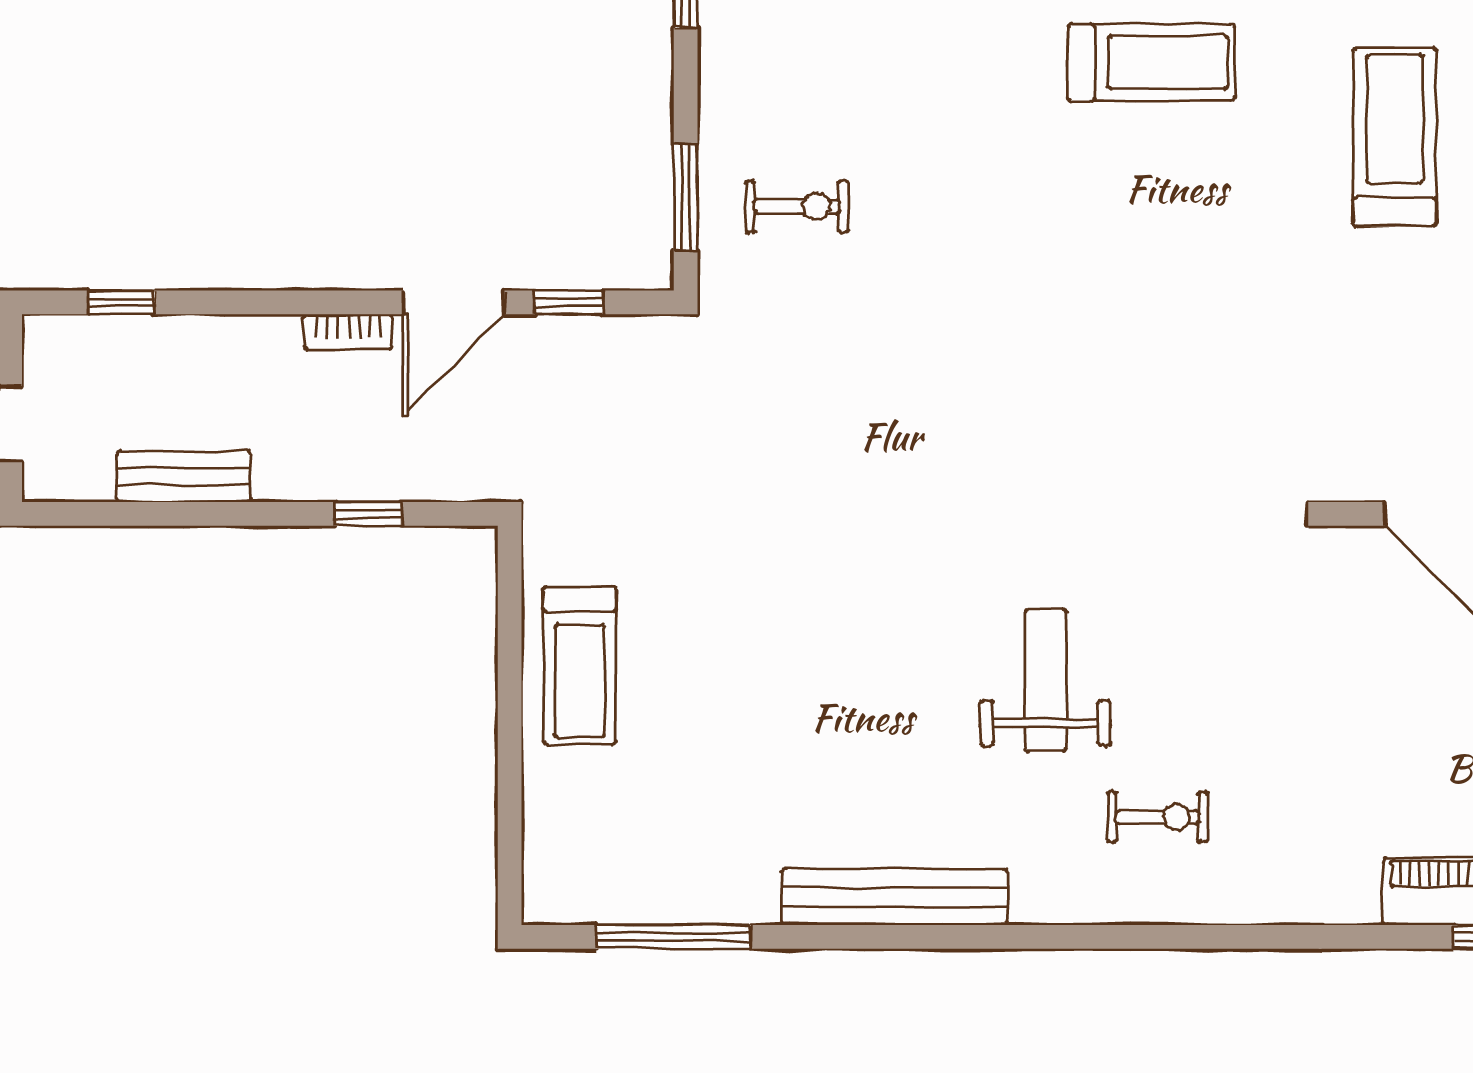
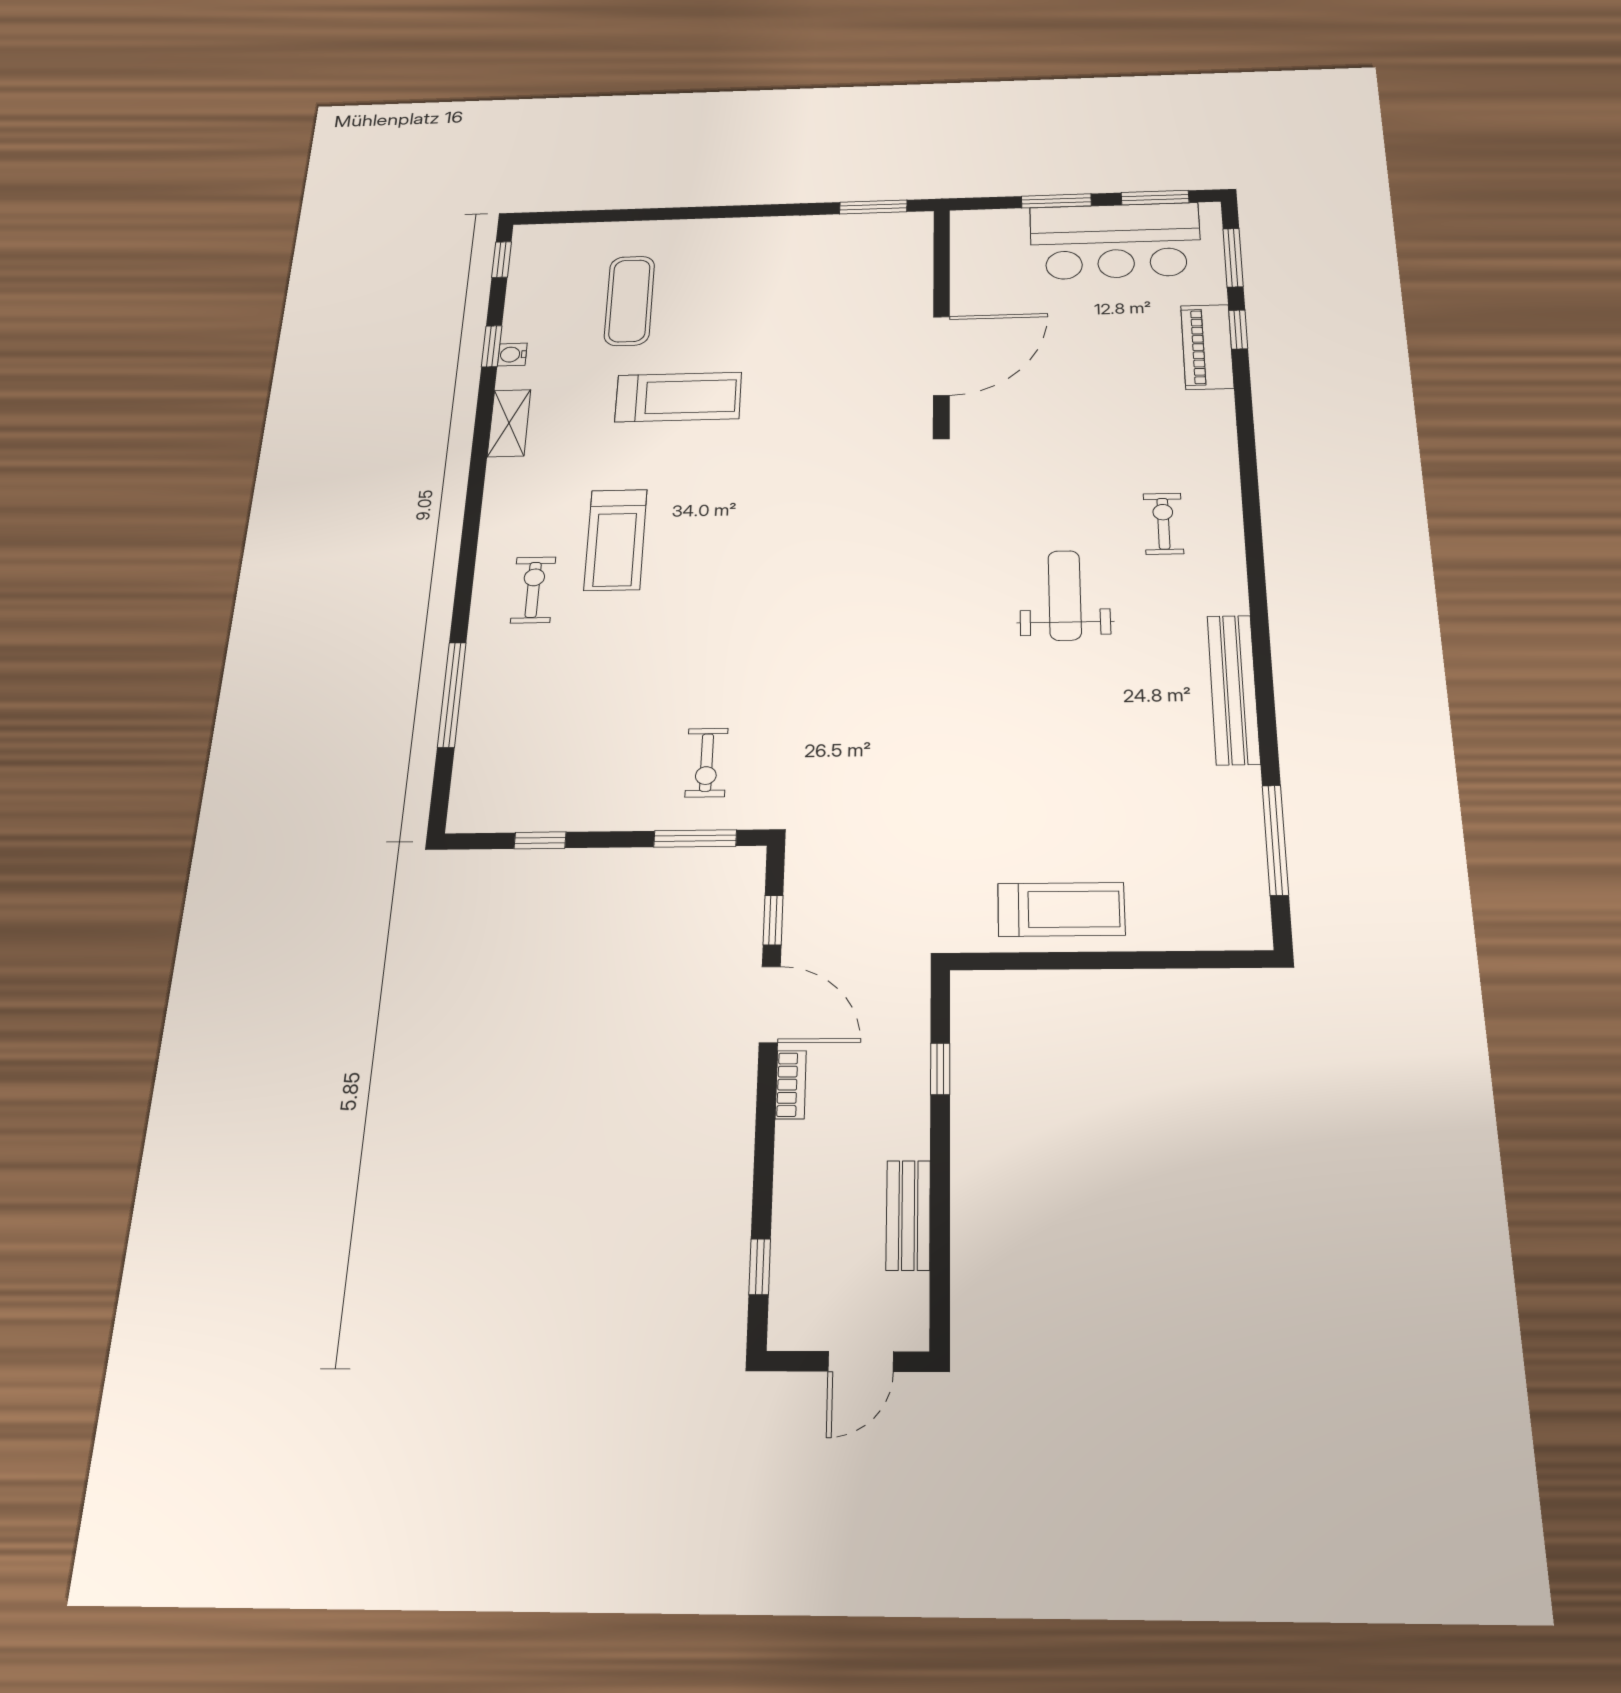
treadmill: (1151, 62) -> (616, 540), turned 180
treadmill: (1395, 137) -> (678, 397), turned 180
exercise bike: (797, 207) -> (707, 762), turned 180
weight bench: (1045, 680) -> (1065, 595), turned 90

